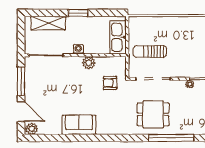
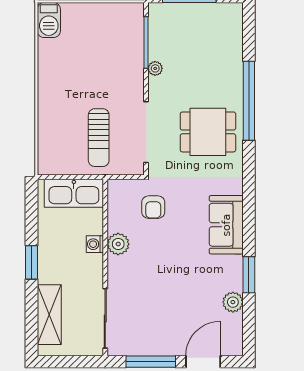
washing machine: (78, 49) -> (95, 244), moved
dining table: (153, 114) -> (208, 132), turned 90
sofa: (79, 125) -> (226, 225), moved
plant: (32, 129) -> (233, 302), moved
window: (71, 138) -> (249, 275), added

